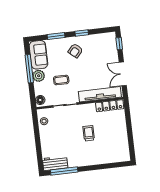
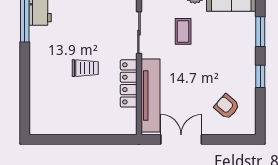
window: (119, 44) -> (234, 139), removed
armchair: (75, 51) -> (227, 106), moved
locker: (110, 106) -> (129, 83), moved

